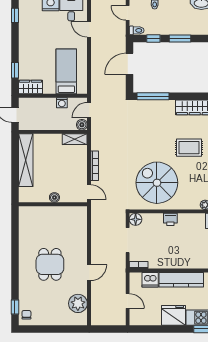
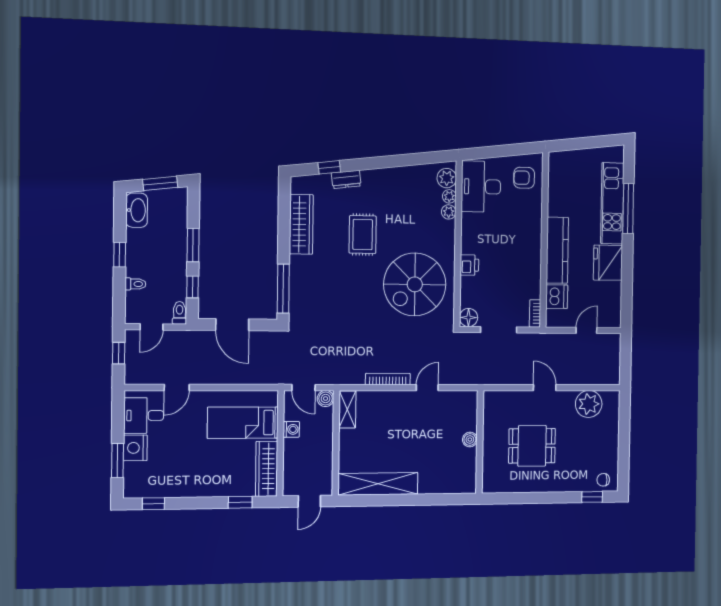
wardrobe: (30, 87) -> (267, 469), width x1.50
boiler: (54, 197) -> (470, 440), moved
wall: (53, 204) -> (480, 442), moved

